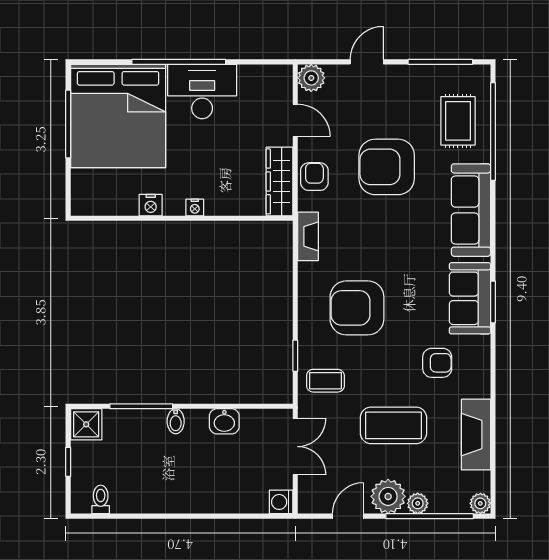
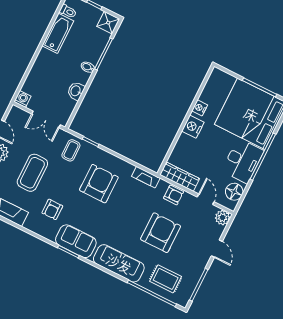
floor lamp: (259, 80) -> (234, 192), added
door: (295, 120) -> (206, 199), swing flipped
nightstand: (195, 207) -> (193, 127), width x1.89, depth x1.79
bathtub: (145, 498) -> (58, 33), added

